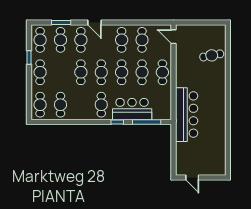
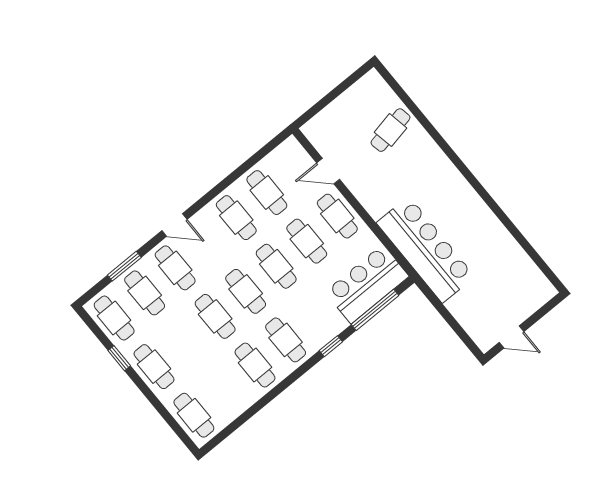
door: (173, 37) -> (328, 171), moved
cafe table: (60, 105) -> (255, 365), moved
bar counter: (132, 109) -> (367, 284), moved

